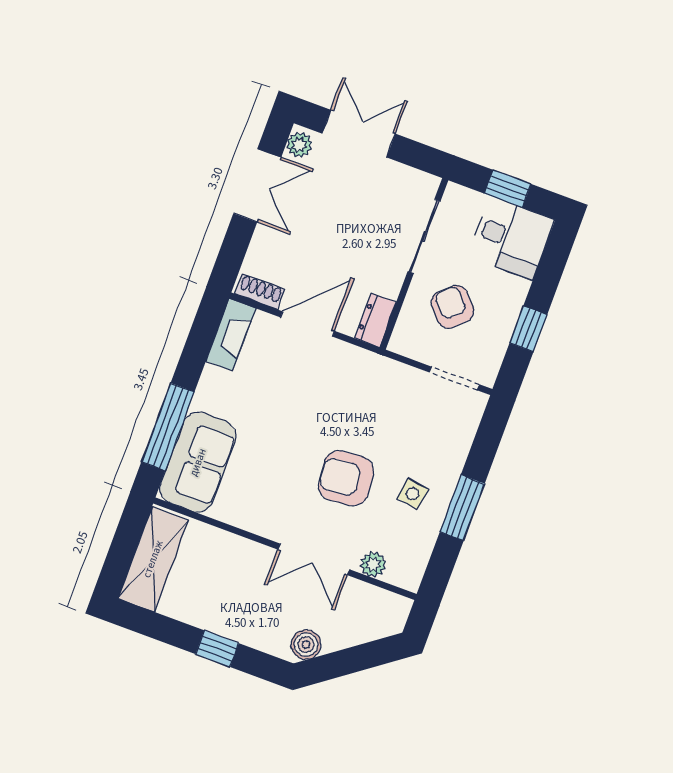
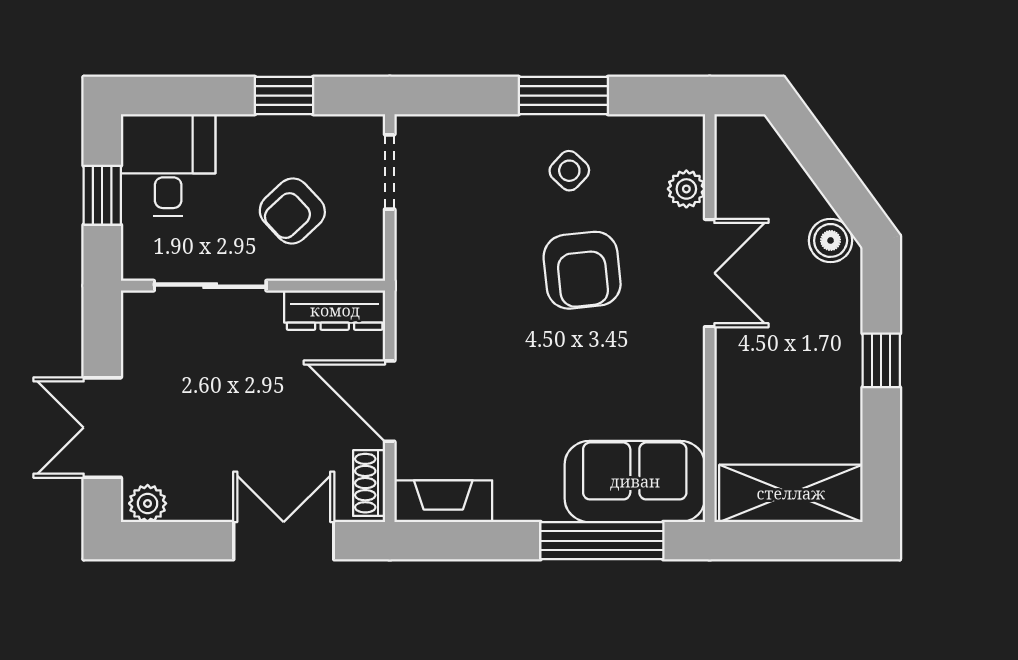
double door: (257, 185) -> (284, 541), moved
dresser: (375, 320) -> (335, 310), width x1.44
side table: (413, 494) -> (569, 171), turned 33

